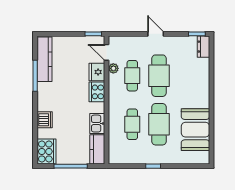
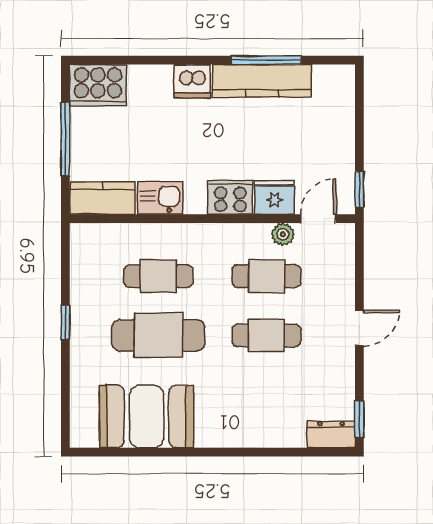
kitchen counter: (45, 59) -> (262, 81), moved
cafe table: (159, 76) -> (266, 335), width x0.73, depth x0.74
dishwasher: (45, 120) -> (192, 81), moved

